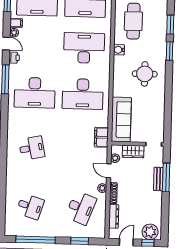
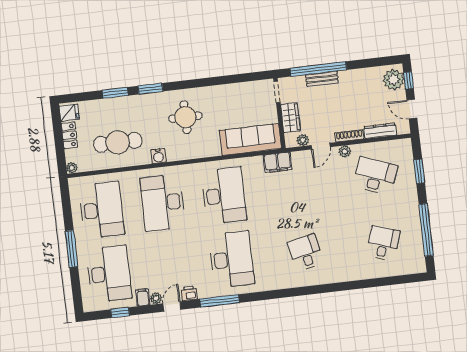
window: (166, 177) -> (318, 69), width x1.46

